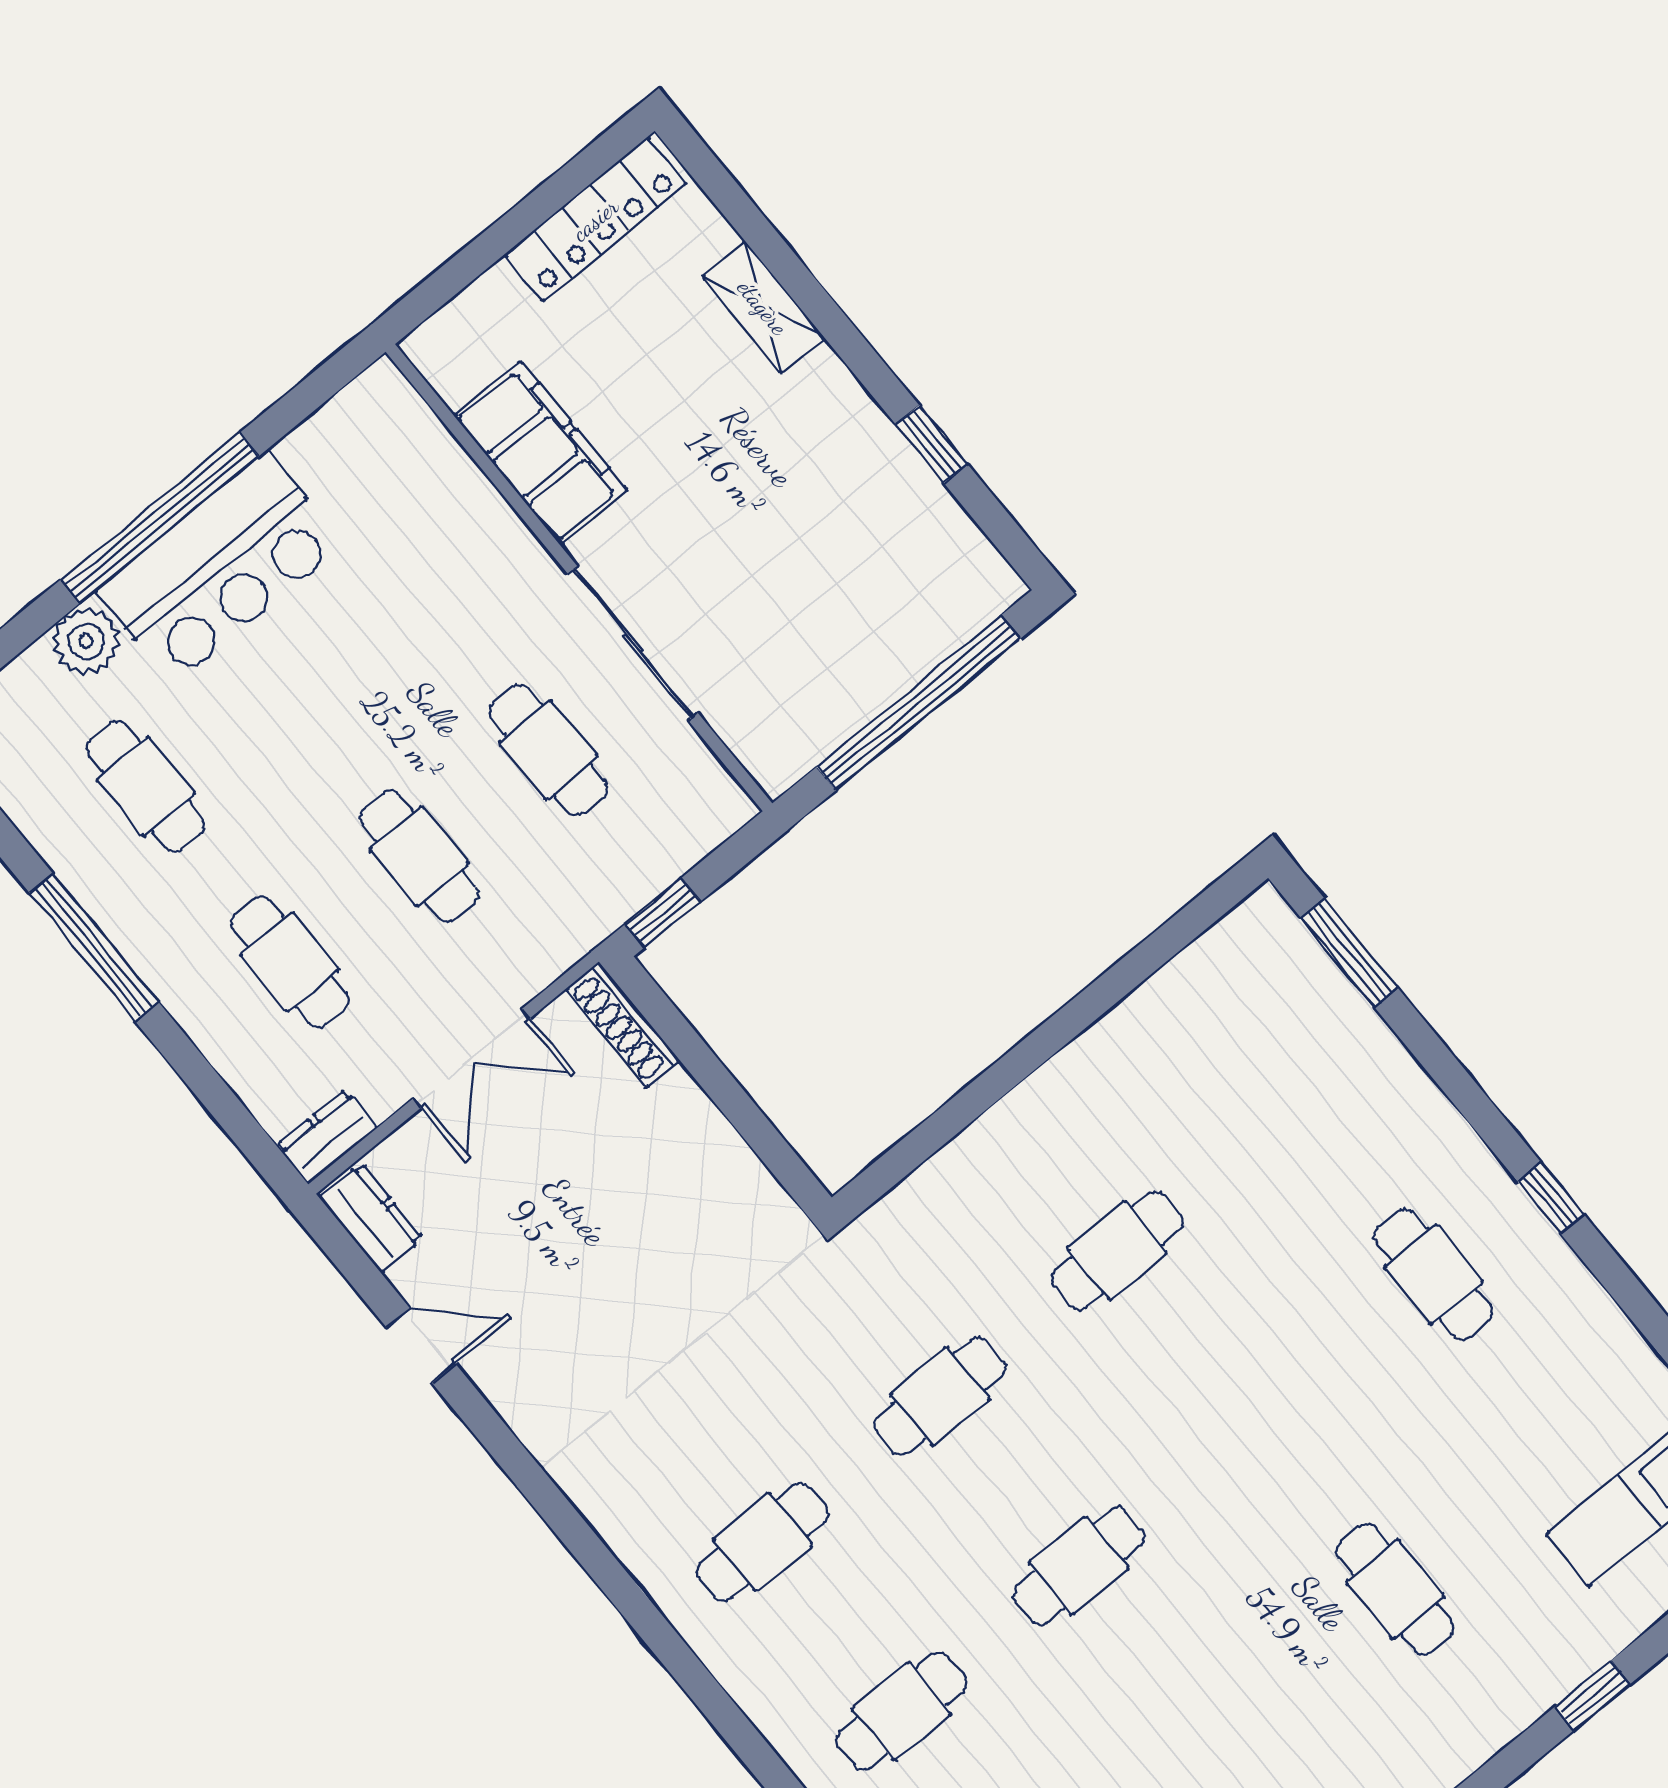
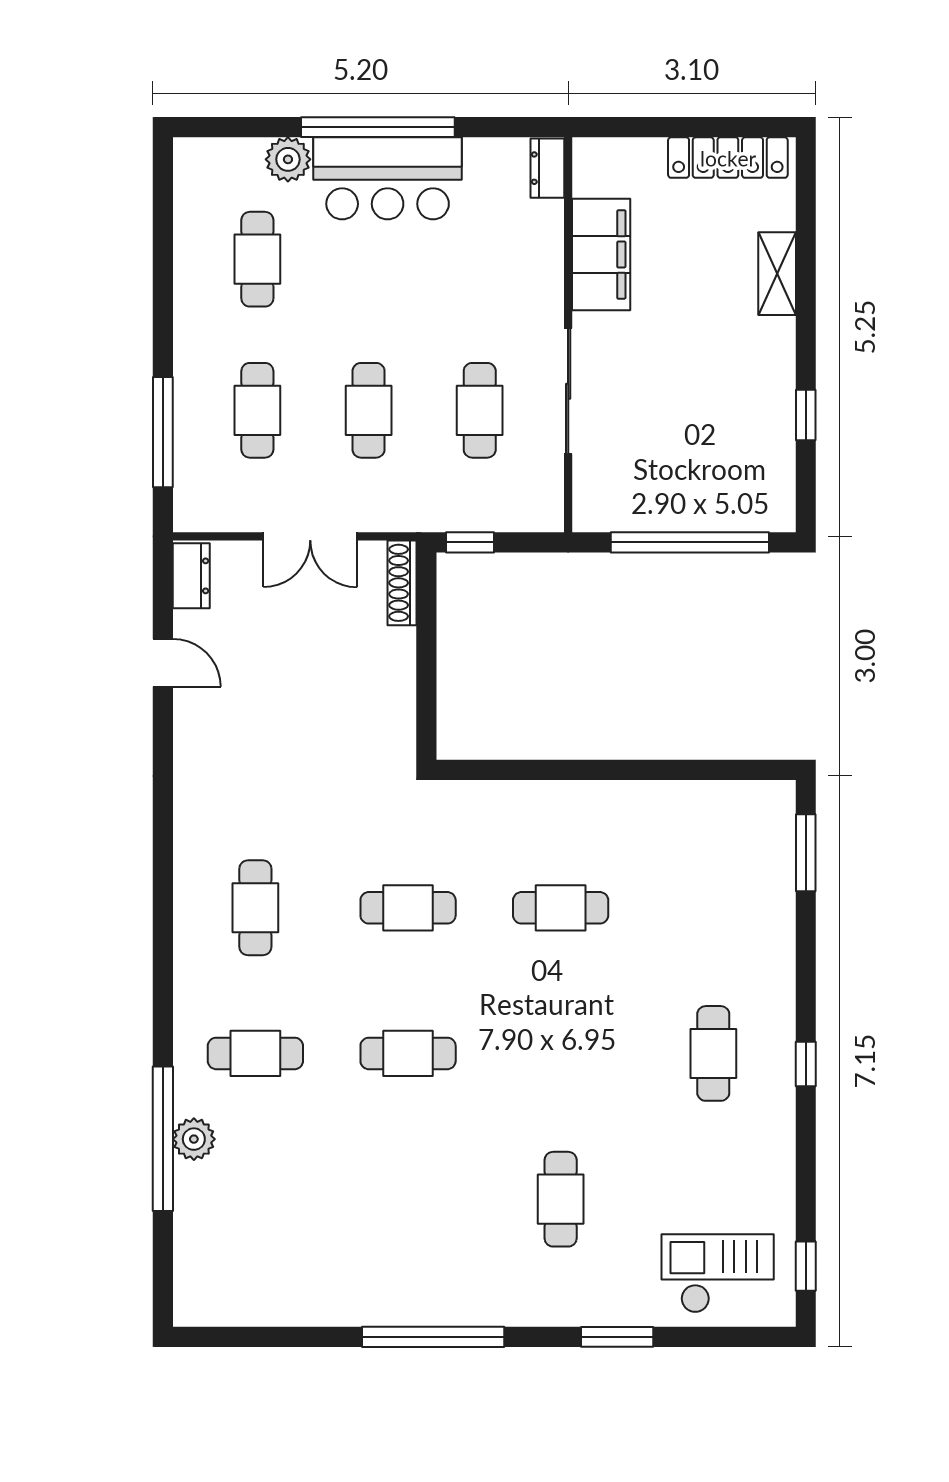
window: (94, 948) -> (163, 432), moved
dresser: (327, 1137) -> (547, 168), moved, turned -90
cafe table: (762, 1542) -> (255, 908), turned 90
window: (1592, 1695) -> (617, 1337), width x1.50

